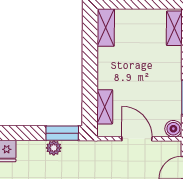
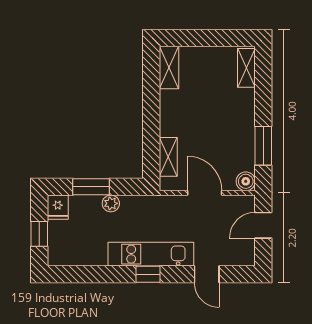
window: (62, 133) -> (91, 187), moved

